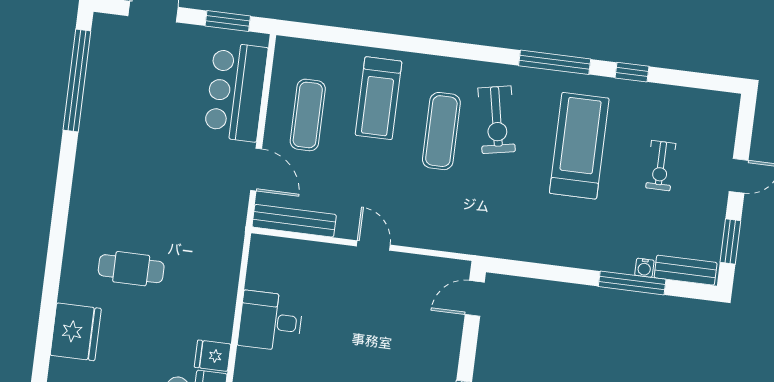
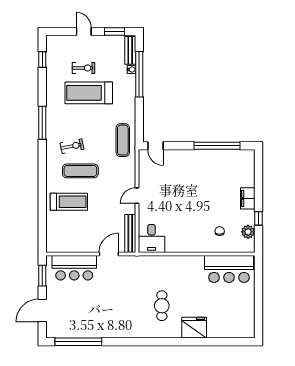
window: (632, 72) -> (42, 60), moved
exercise mat: (308, 115) -> (123, 140), moved, turned 90
exercise bike: (497, 120) -> (72, 146), width x0.73, depth x0.72
treadmill: (579, 146) -> (89, 93), moved
window: (632, 283) -> (139, 74), width x1.46
desk: (271, 321) -> (152, 238), moved
fridge: (213, 356) -> (197, 263), removed

